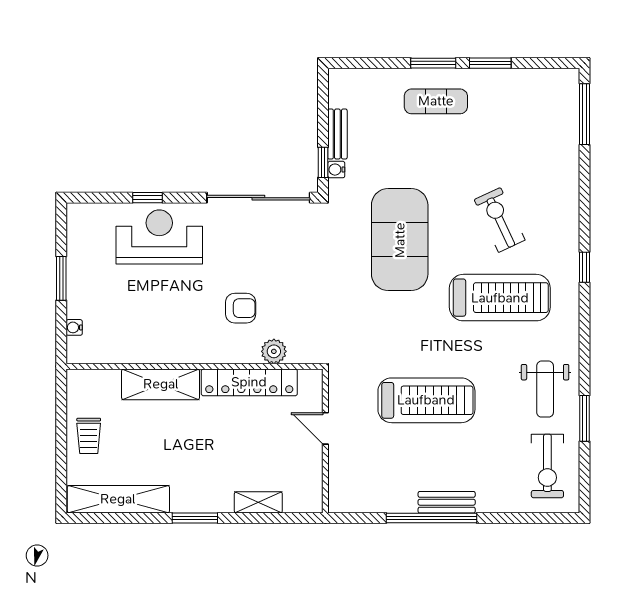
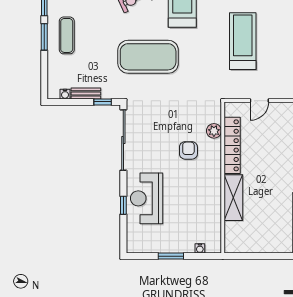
water cooler: (336, 170) -> (65, 94), moved
trolley: (89, 436) -> (264, 240), removed

